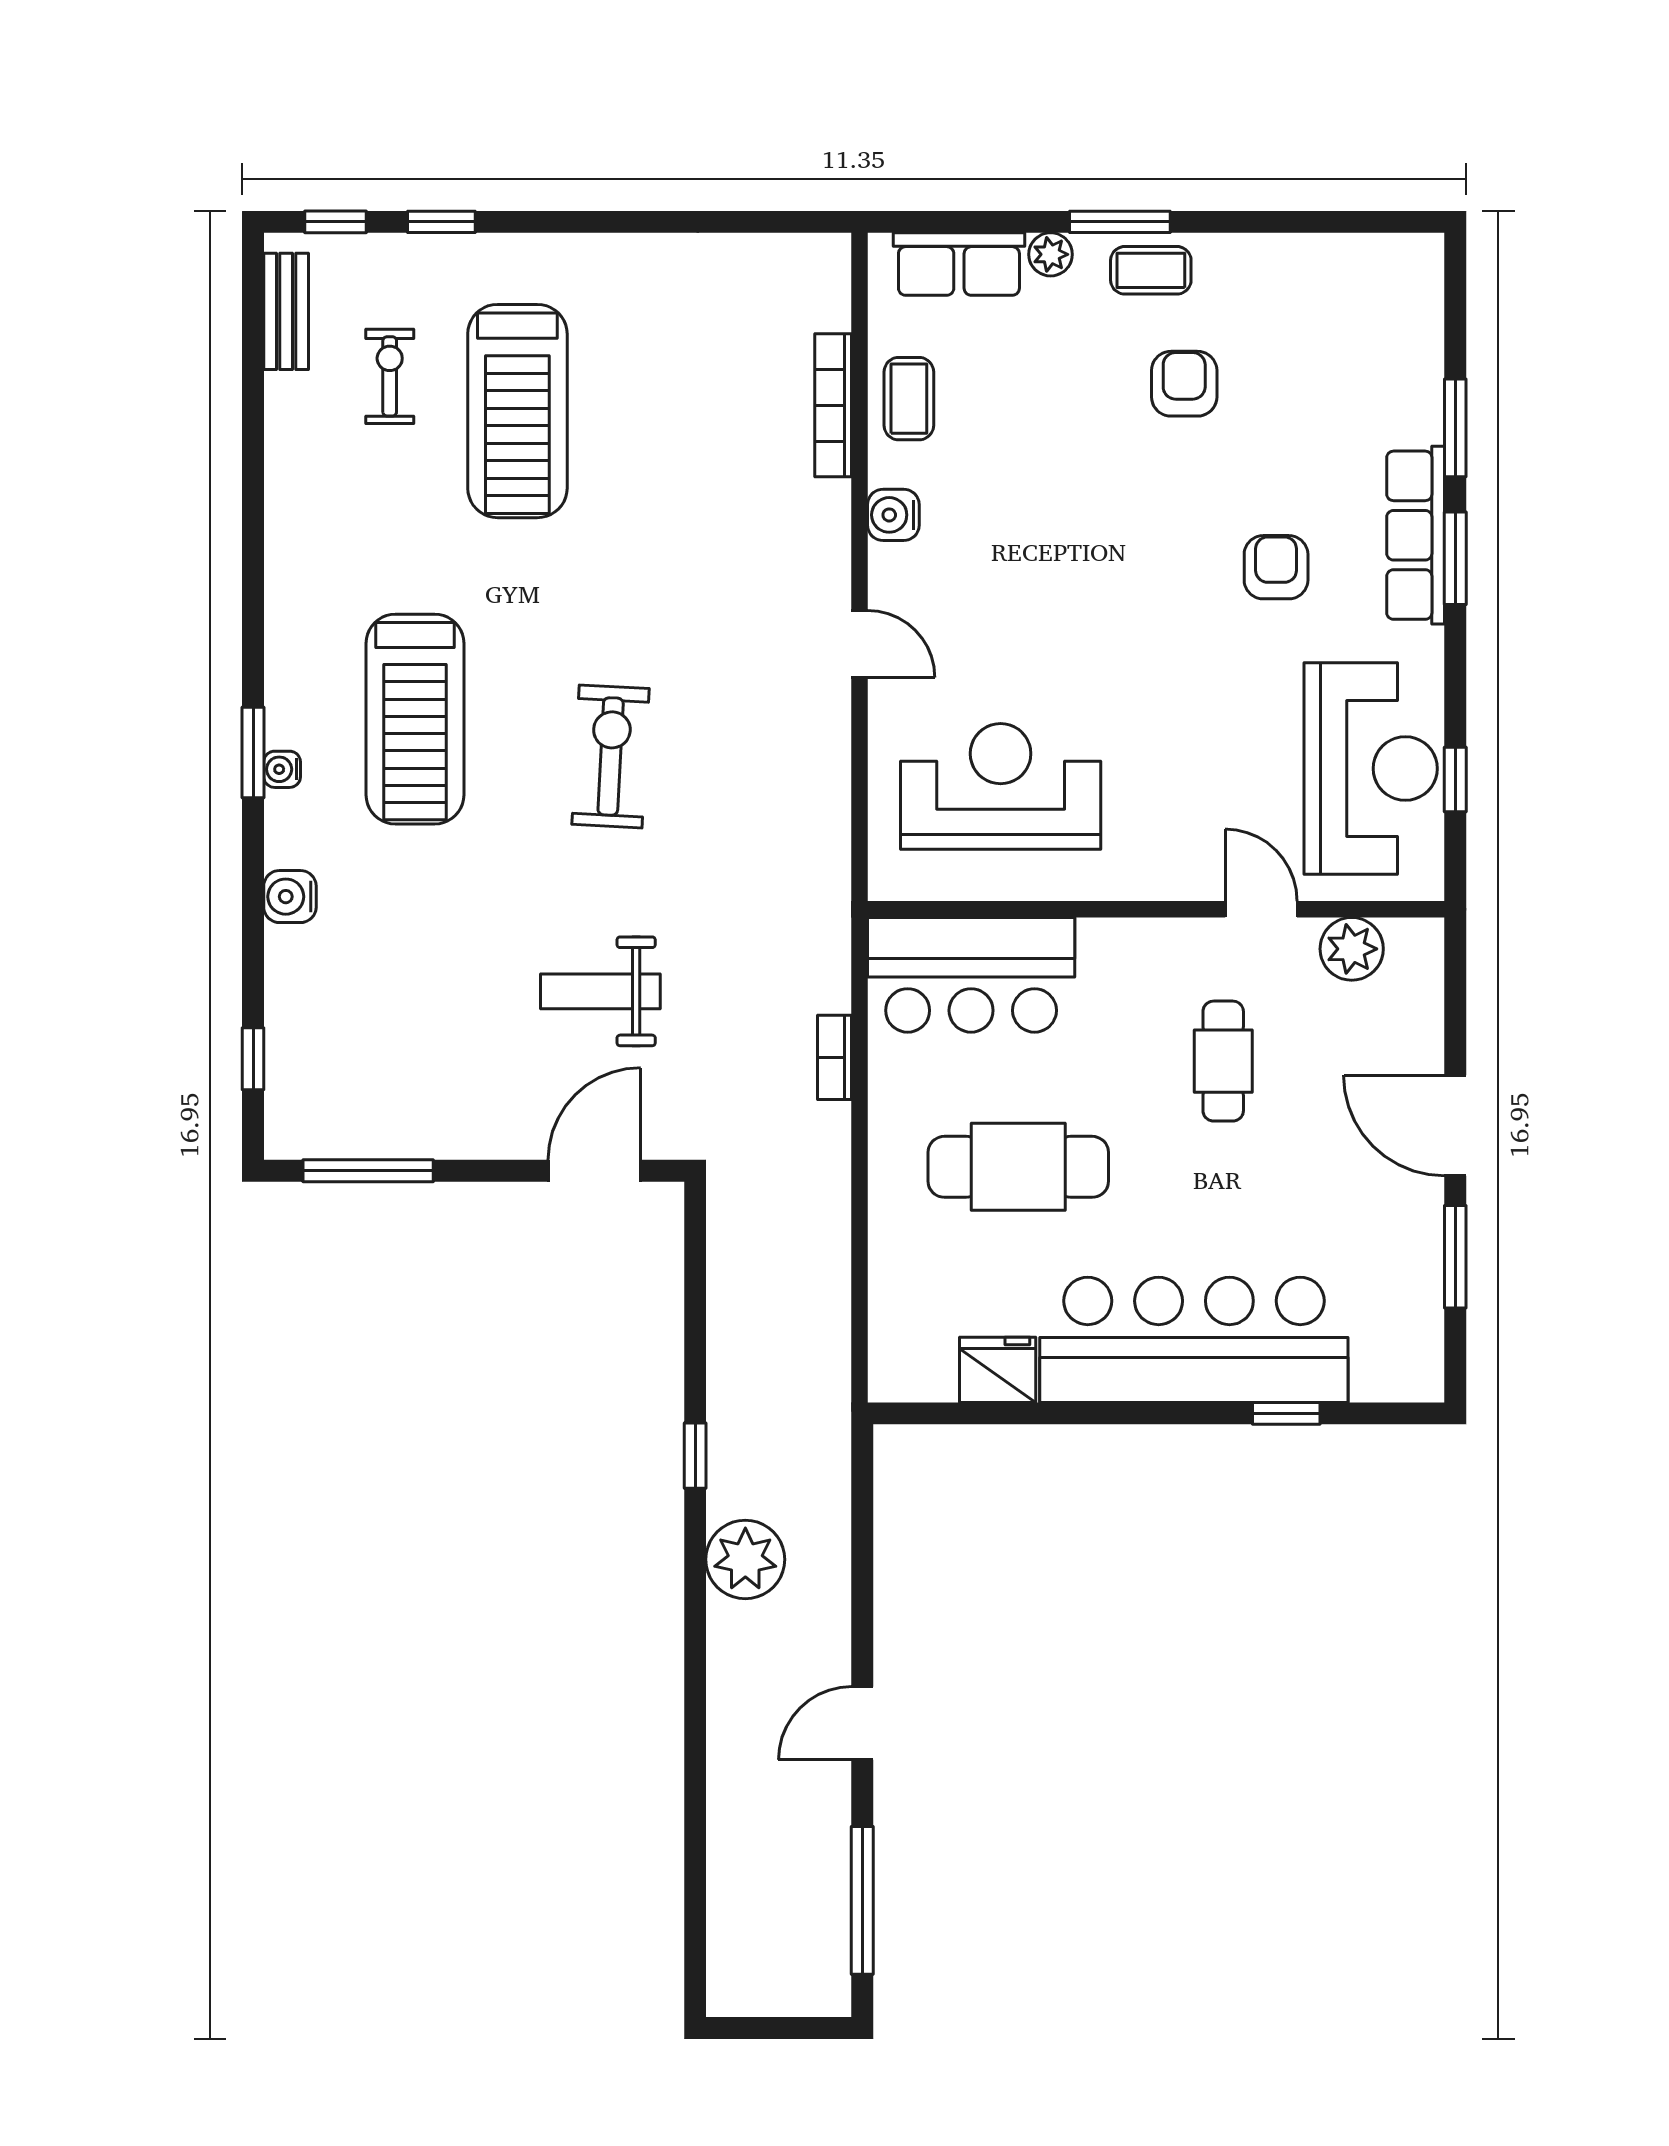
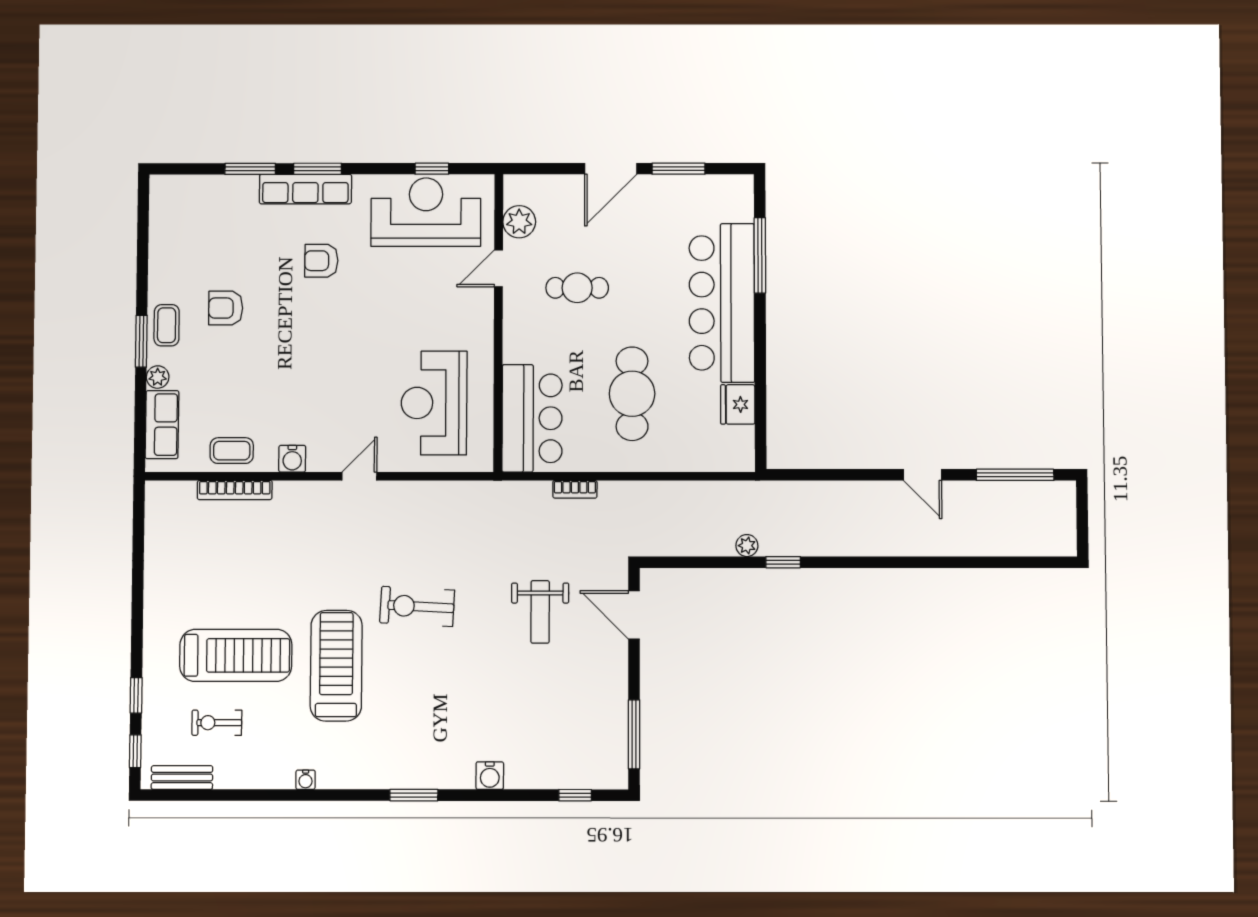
treadmill: (415, 719) -> (336, 666), moved, turned -90
water cooler: (282, 769) -> (306, 780), moved
window: (1286, 1413) -> (760, 255), width x2.17
plant: (745, 1559) -> (747, 546), moved, width x0.53, depth x0.53

